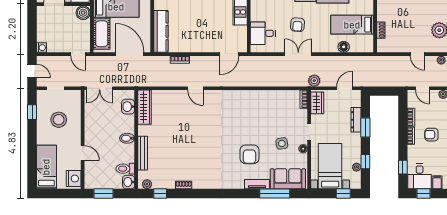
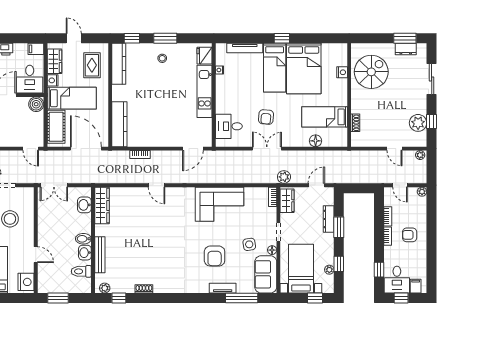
corner sofa: (254, 106) -> (219, 204), added
sofa: (288, 179) -> (266, 274), moved, turned -90
washbasin: (129, 182) -> (85, 253), moved

